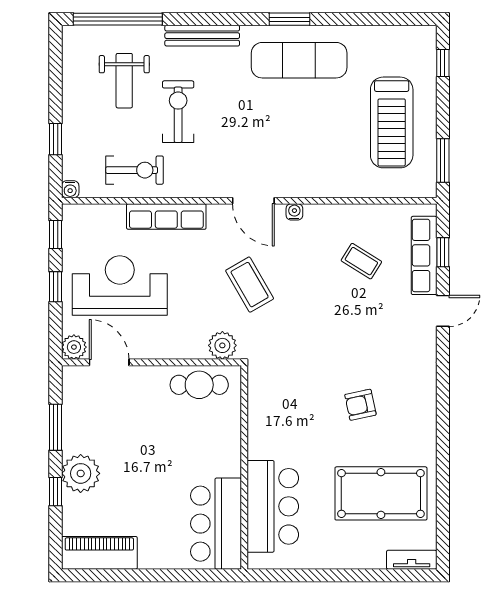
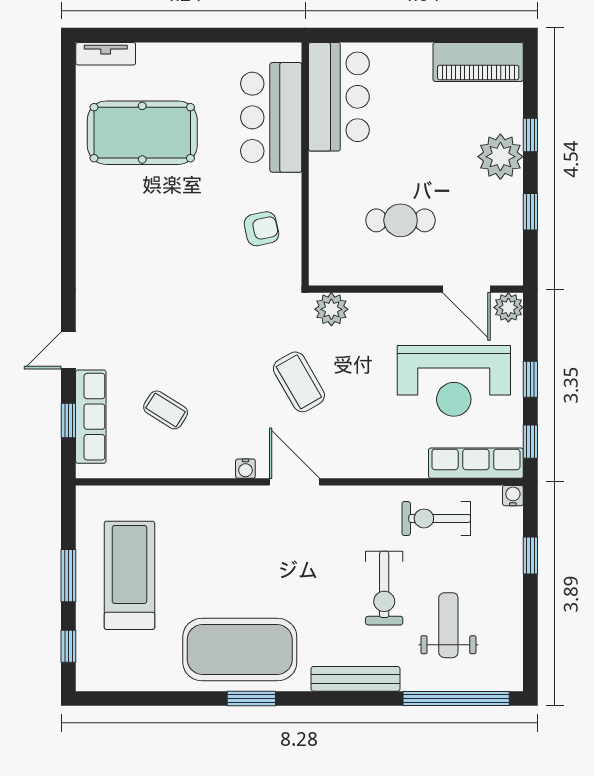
exercise mat: (299, 60) -> (240, 650), width x1.47
window: (443, 161) -> (68, 576), moved
row of seats: (166, 217) -> (476, 463), moved
cafe table: (199, 385) -> (401, 220), moved
armchair: (360, 405) -> (261, 229), moved
window: (56, 427) -> (530, 212), width x0.67

